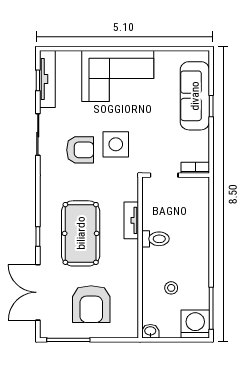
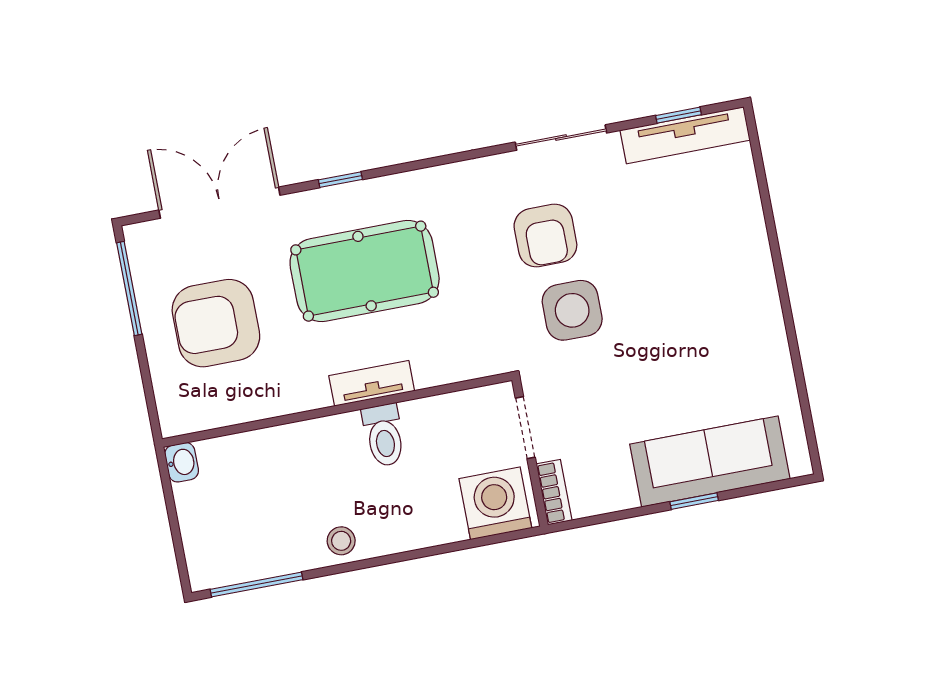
corner sofa: (118, 76) -> (721, 286), removed
tv unit: (131, 220) -> (372, 383), moved
stool: (171, 288) -> (341, 541), moved
washing machine: (195, 324) -> (495, 503), moved, turned -90

